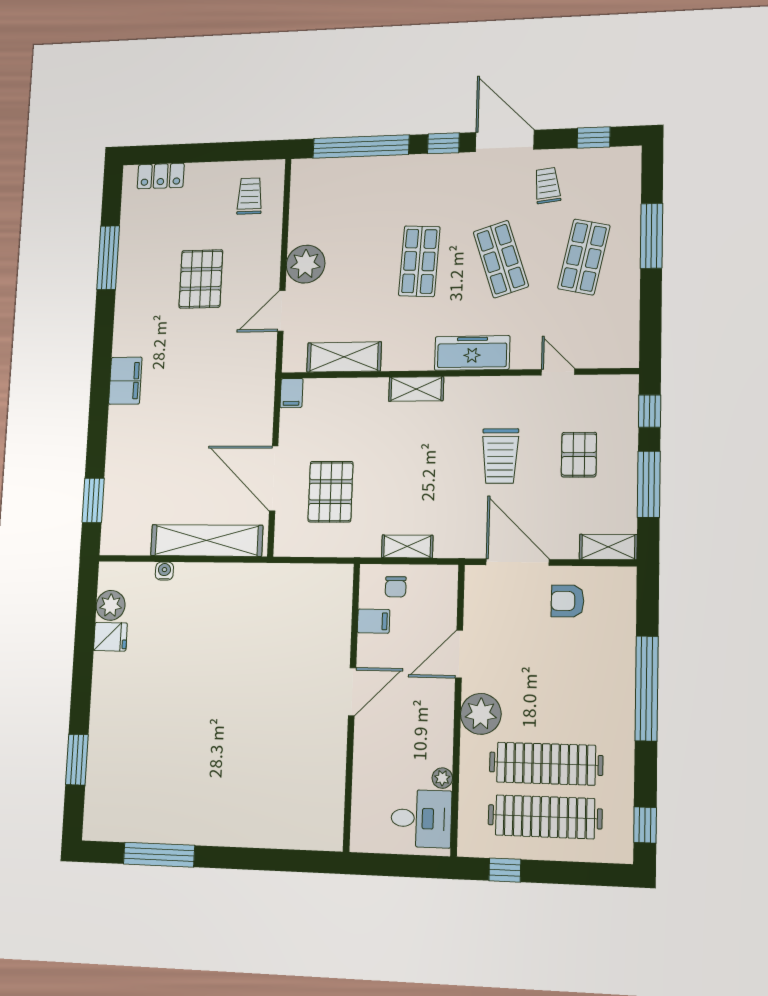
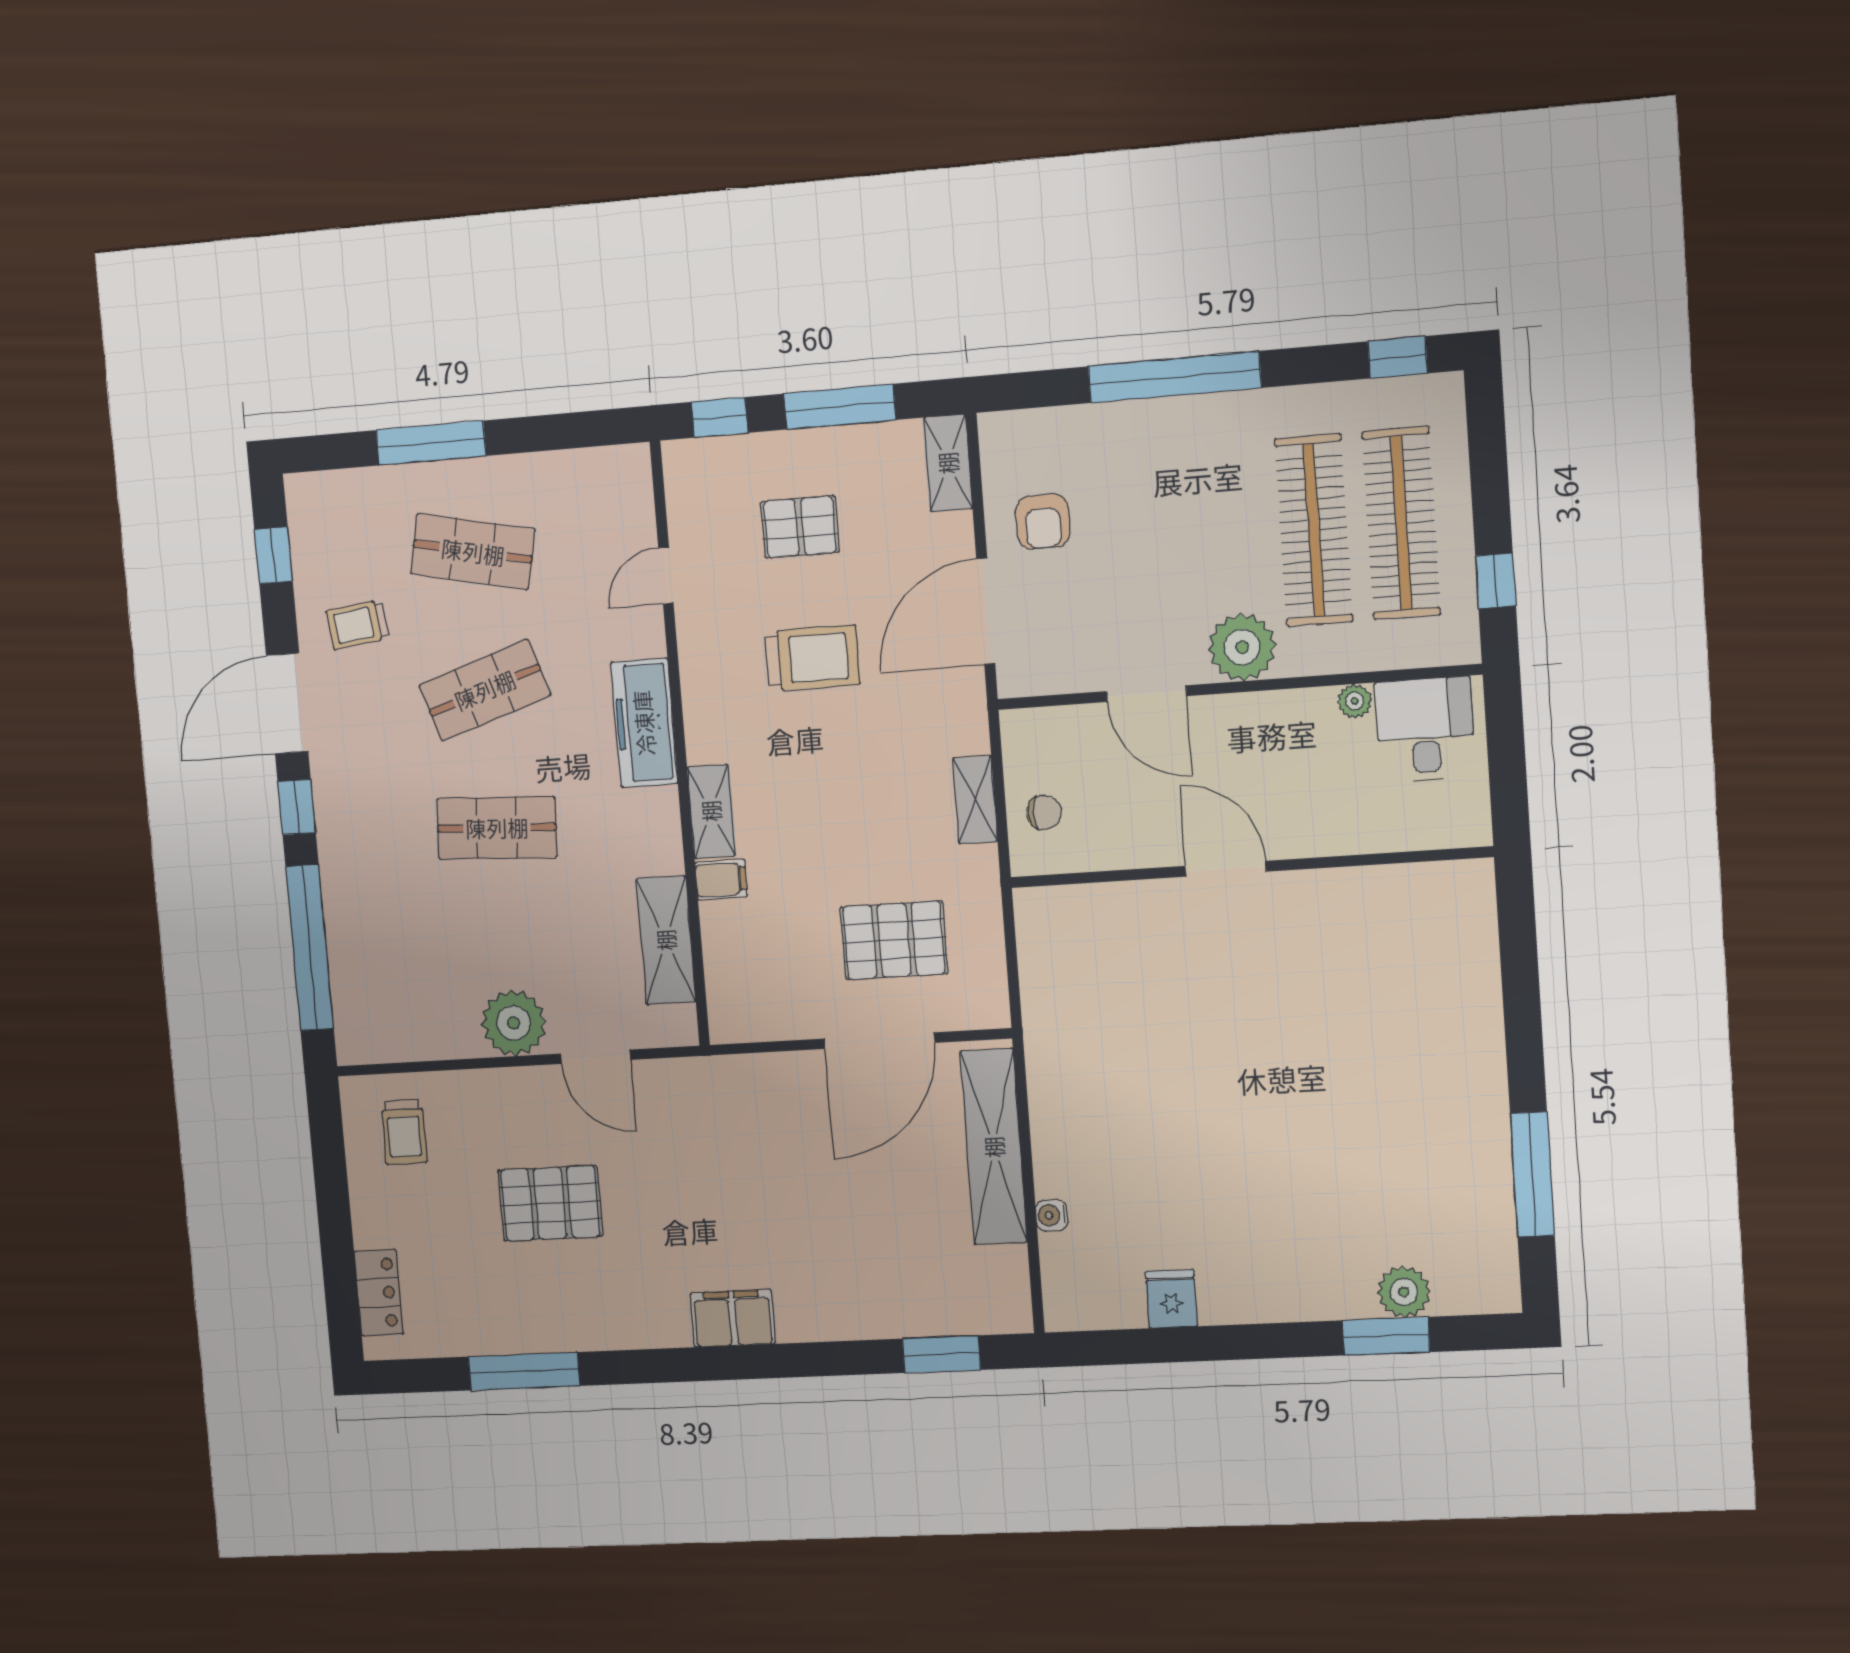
trolley: (250, 196) -> (404, 1132), turned -90
filing cabinet: (291, 393) -> (721, 880), moved
plant: (111, 605) -> (1404, 1292), moved
filing cabinet: (374, 621) -> (1105, 844), removed

